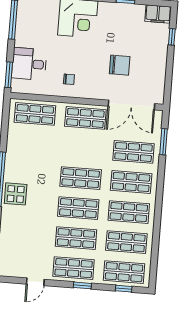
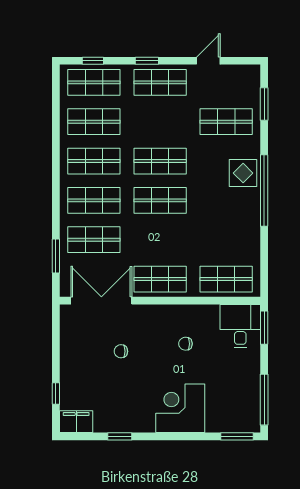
desk: (29, 64) -> (240, 326), moved, turned -90
chair: (120, 65) -> (121, 351), width x0.54, depth x0.54
chair: (69, 79) -> (185, 344), moved
shop shelf: (76, 238) -> (226, 122), moved

